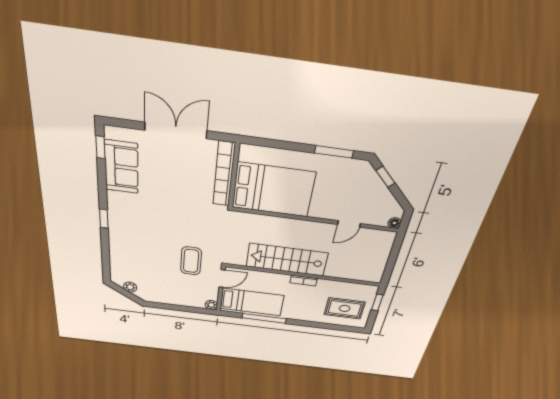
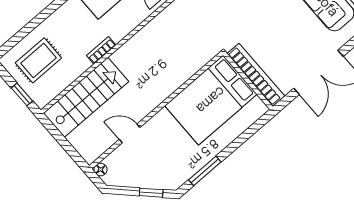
door: (349, 224) -> (130, 133), hinge flipped
stairs: (287, 260) -> (86, 97), moved

